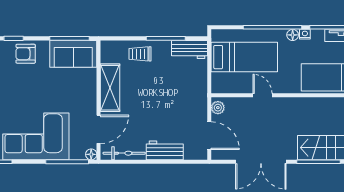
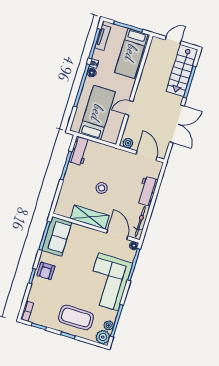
trolley: (140, 54) -> (72, 188), removed
stool: (151, 92) -> (102, 188), added
door: (209, 136) -> (146, 156), hinge flipped

